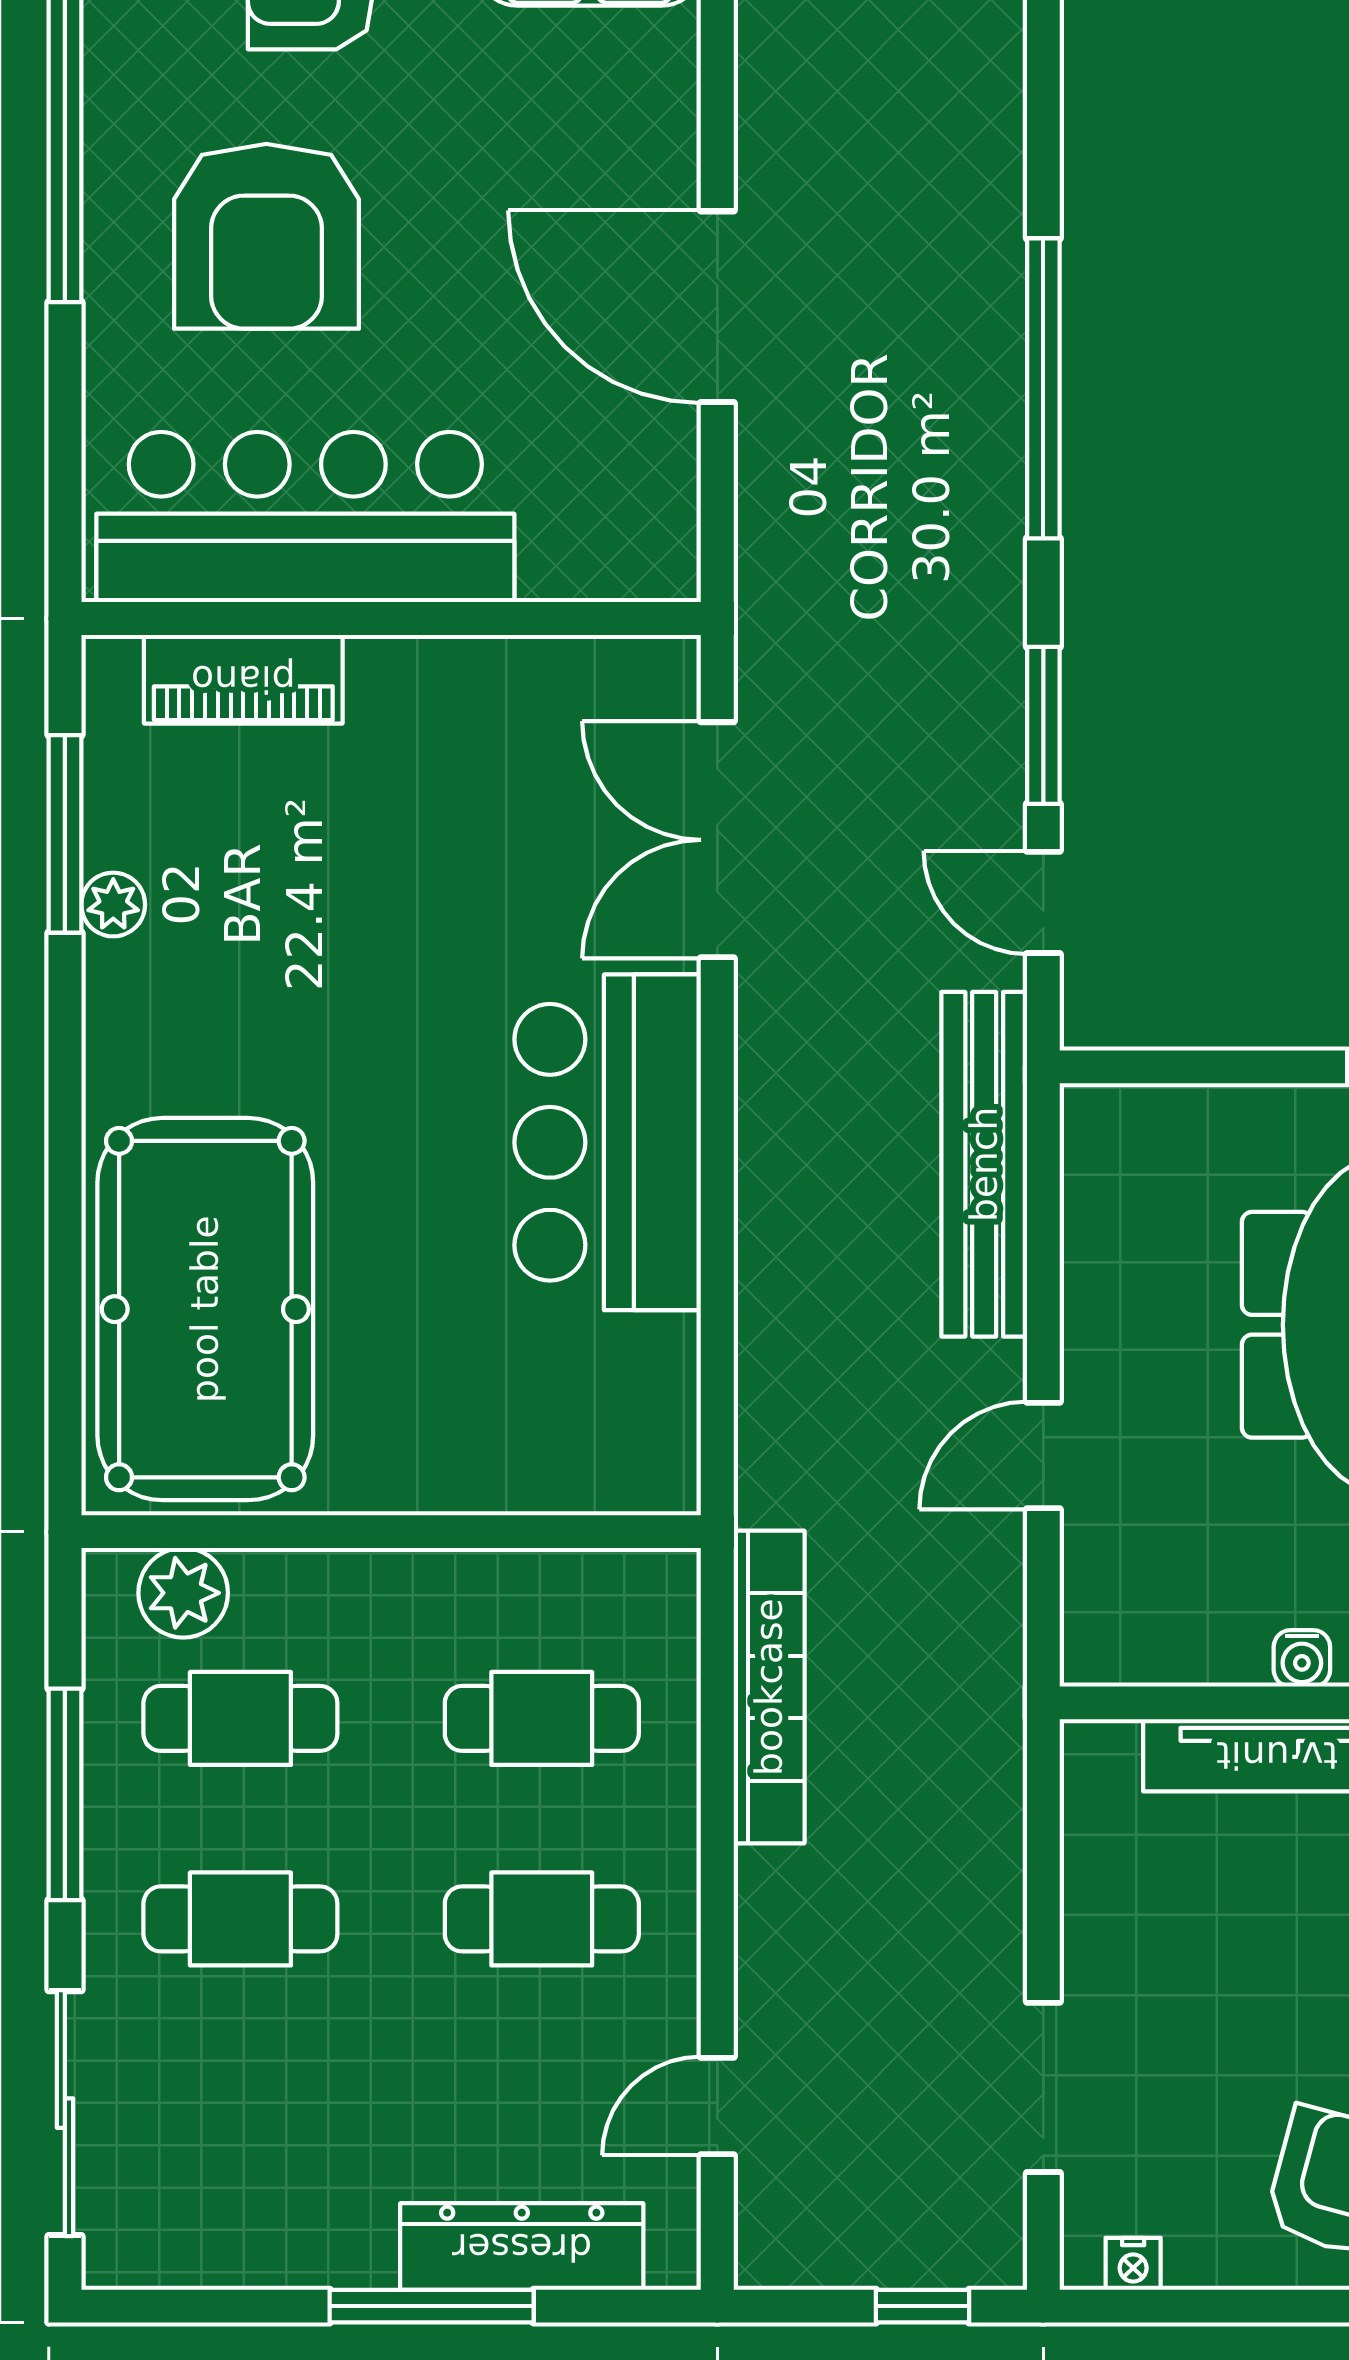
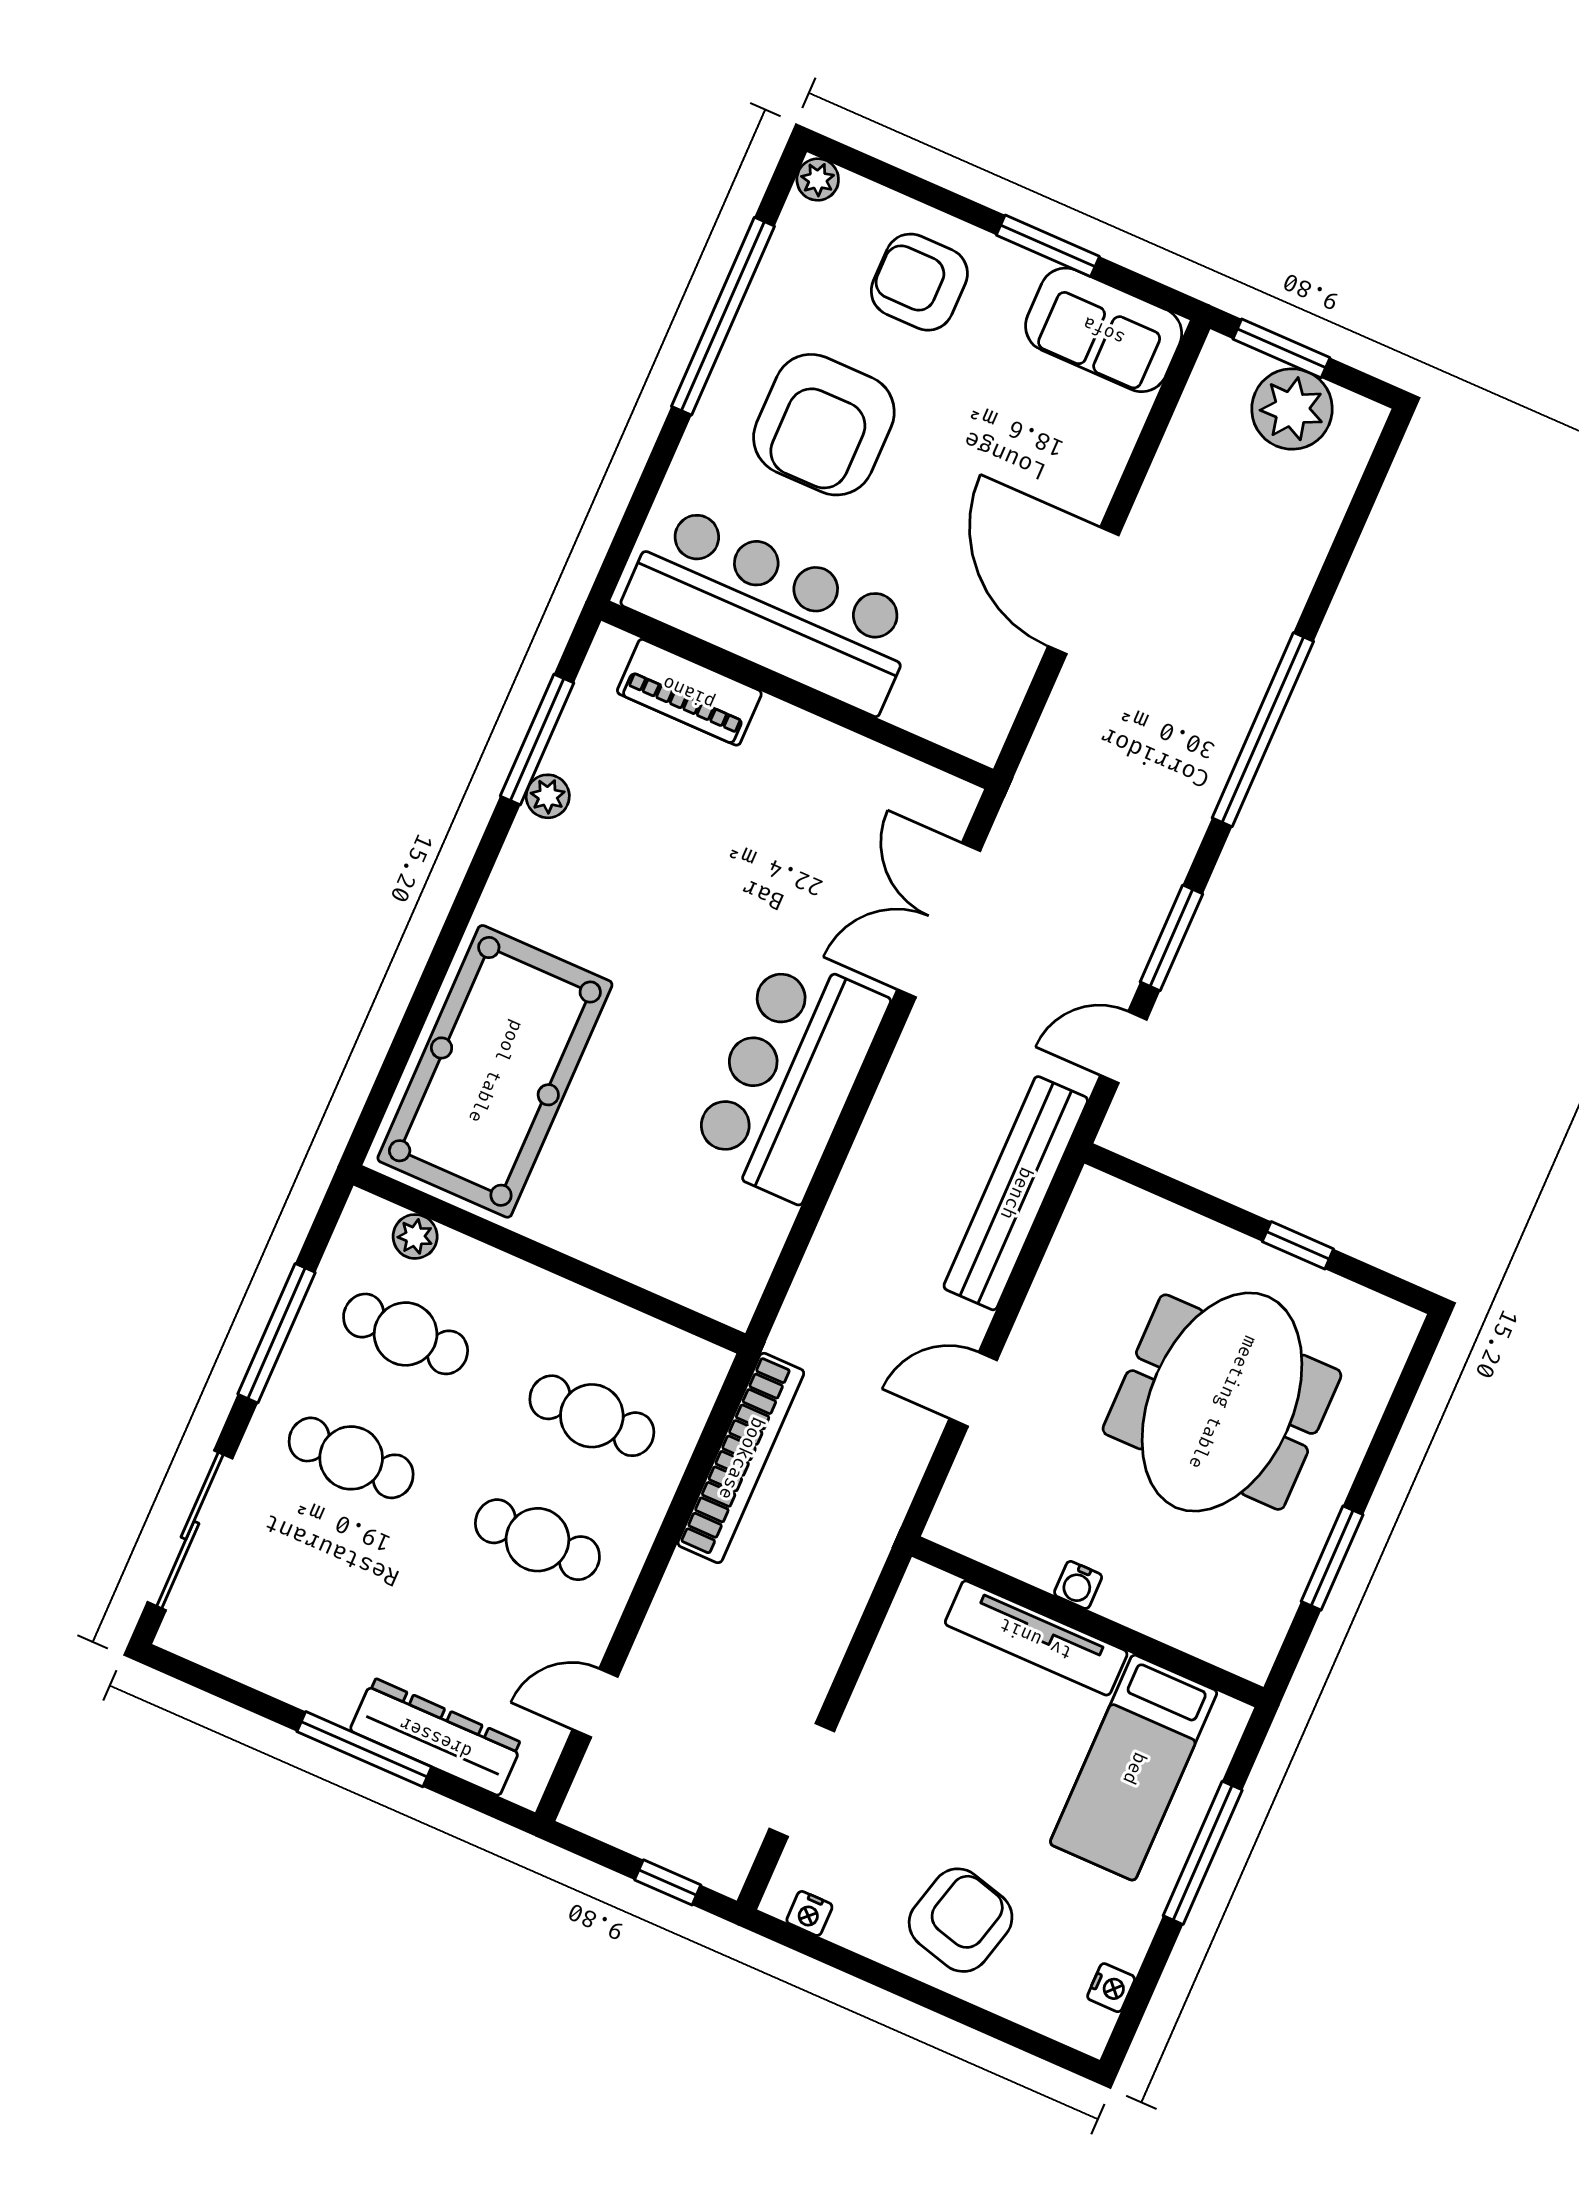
door: (1043, 902) -> (1123, 1047), hinge flipped
plant: (183, 1593) -> (415, 1236), width x0.73, depth x0.73

